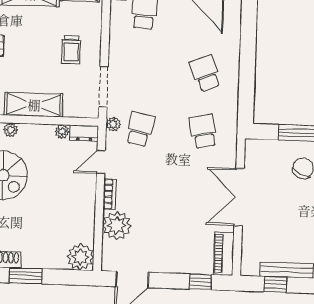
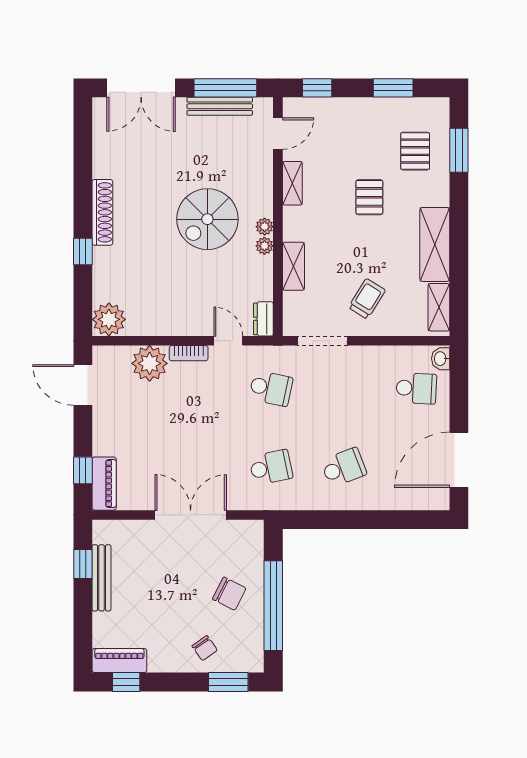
trolley: (71, 50) -> (367, 299), turned 122
shelving: (34, 105) -> (293, 266), width x0.67, depth x0.75
plant: (113, 124) -> (276, 355), removed
plant: (62, 132) -> (264, 246), moved
piano: (224, 254) -> (104, 484), moved, turned 90
window: (25, 276) -> (83, 252), width x0.67

